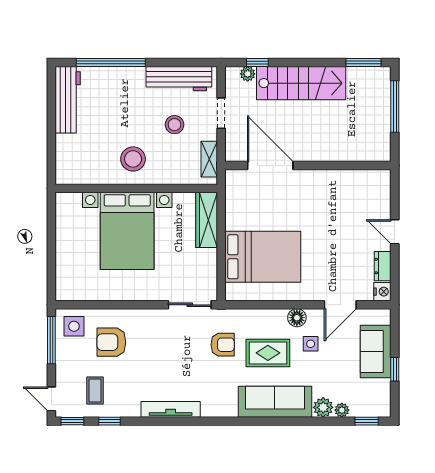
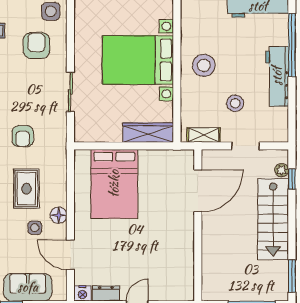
workbench: (179, 79) -> (277, 76), moved
sliding door: (190, 305) -> (70, 92), moved
armchair: (223, 345) -> (23, 136), moved

